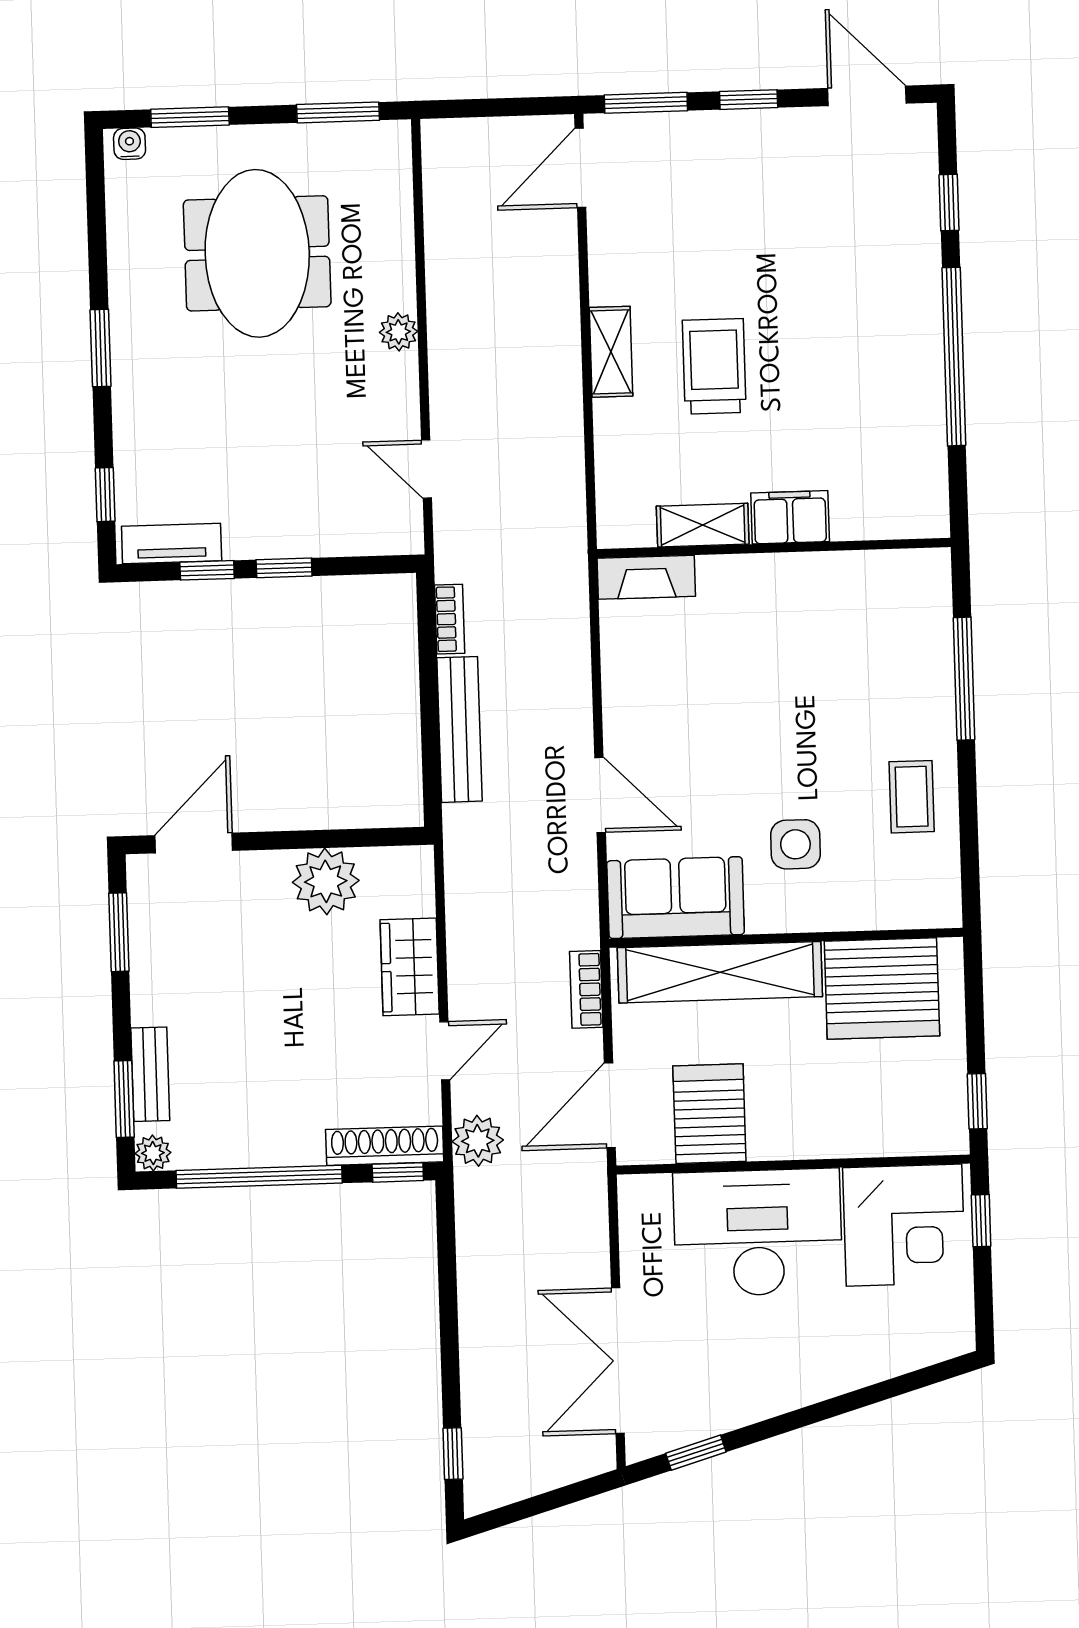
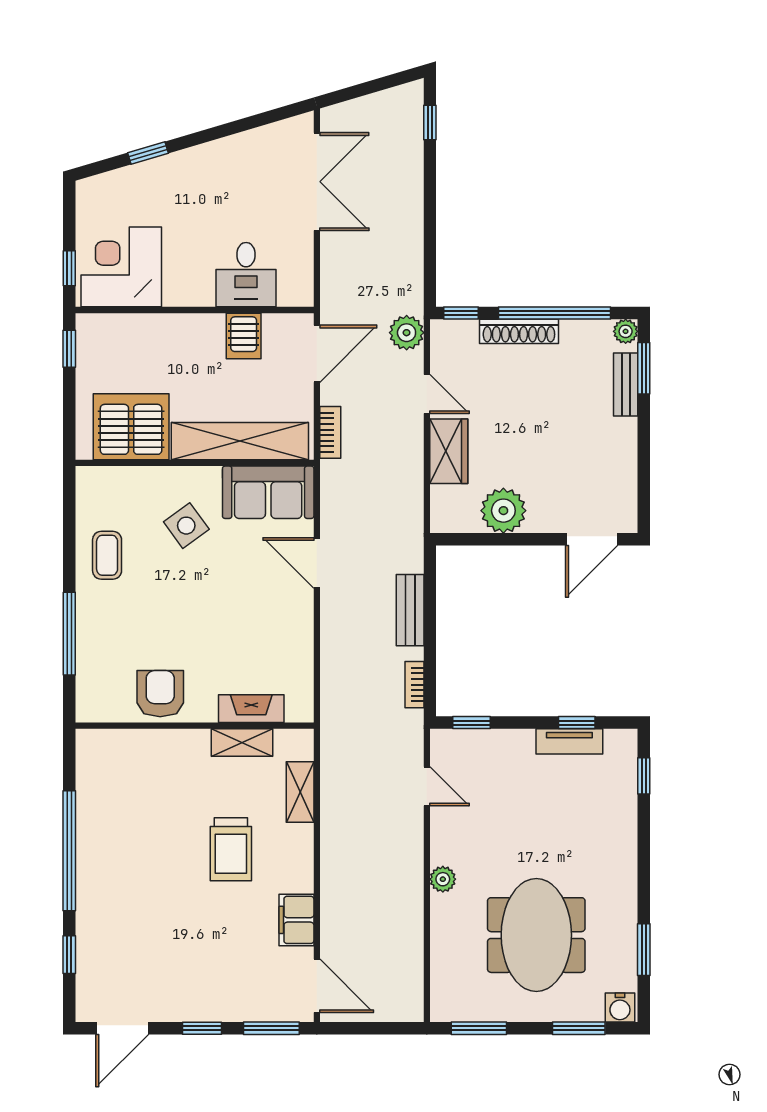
door: (867, 96) -> (122, 1028), hinge flipped
water cooler: (130, 144) -> (620, 1008), width x1.38, depth x1.38
door: (580, 168) -> (317, 986), hinge flipped
window: (101, 348) -> (644, 950), moved
shelving: (611, 352) -> (300, 792), moved
filing cabinet: (790, 517) -> (296, 920), moved, turned 90
tv unit: (172, 544) -> (569, 741), moved
window: (284, 568) -> (472, 723), moved
fireplace: (646, 577) -> (251, 709), moved
armchair: (826, 594) -> (160, 694), added
bench: (460, 729) -> (410, 610), width x0.73
side table: (795, 844) -> (186, 526), turned -36
window: (119, 932) -> (644, 481), removed
door: (445, 1051) -> (427, 394), swing flipped
server rack: (709, 1114) -> (244, 336), width x0.73, depth x0.70
shoe rack: (385, 1146) -> (519, 331), moved
desk: (758, 1233) -> (246, 275), width x0.53, depth x0.77
window: (696, 1453) -> (148, 153), moved

